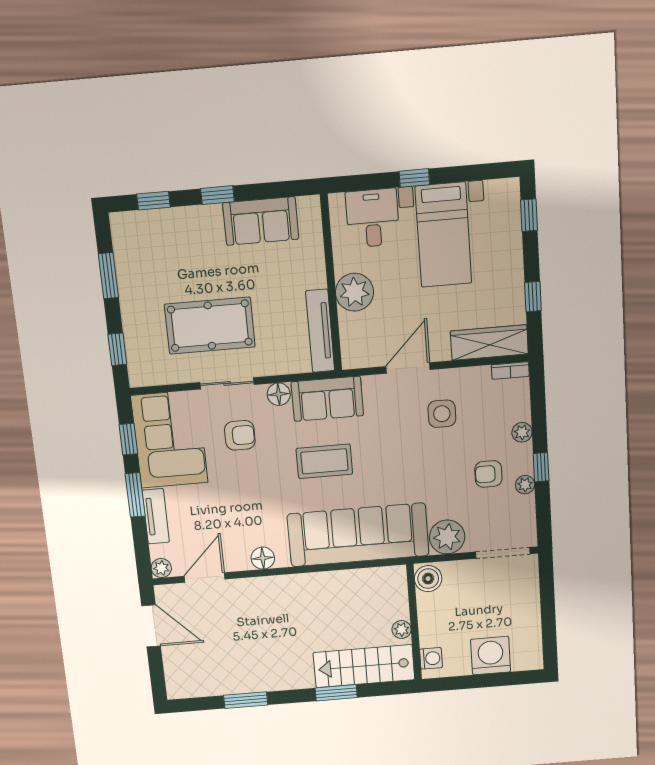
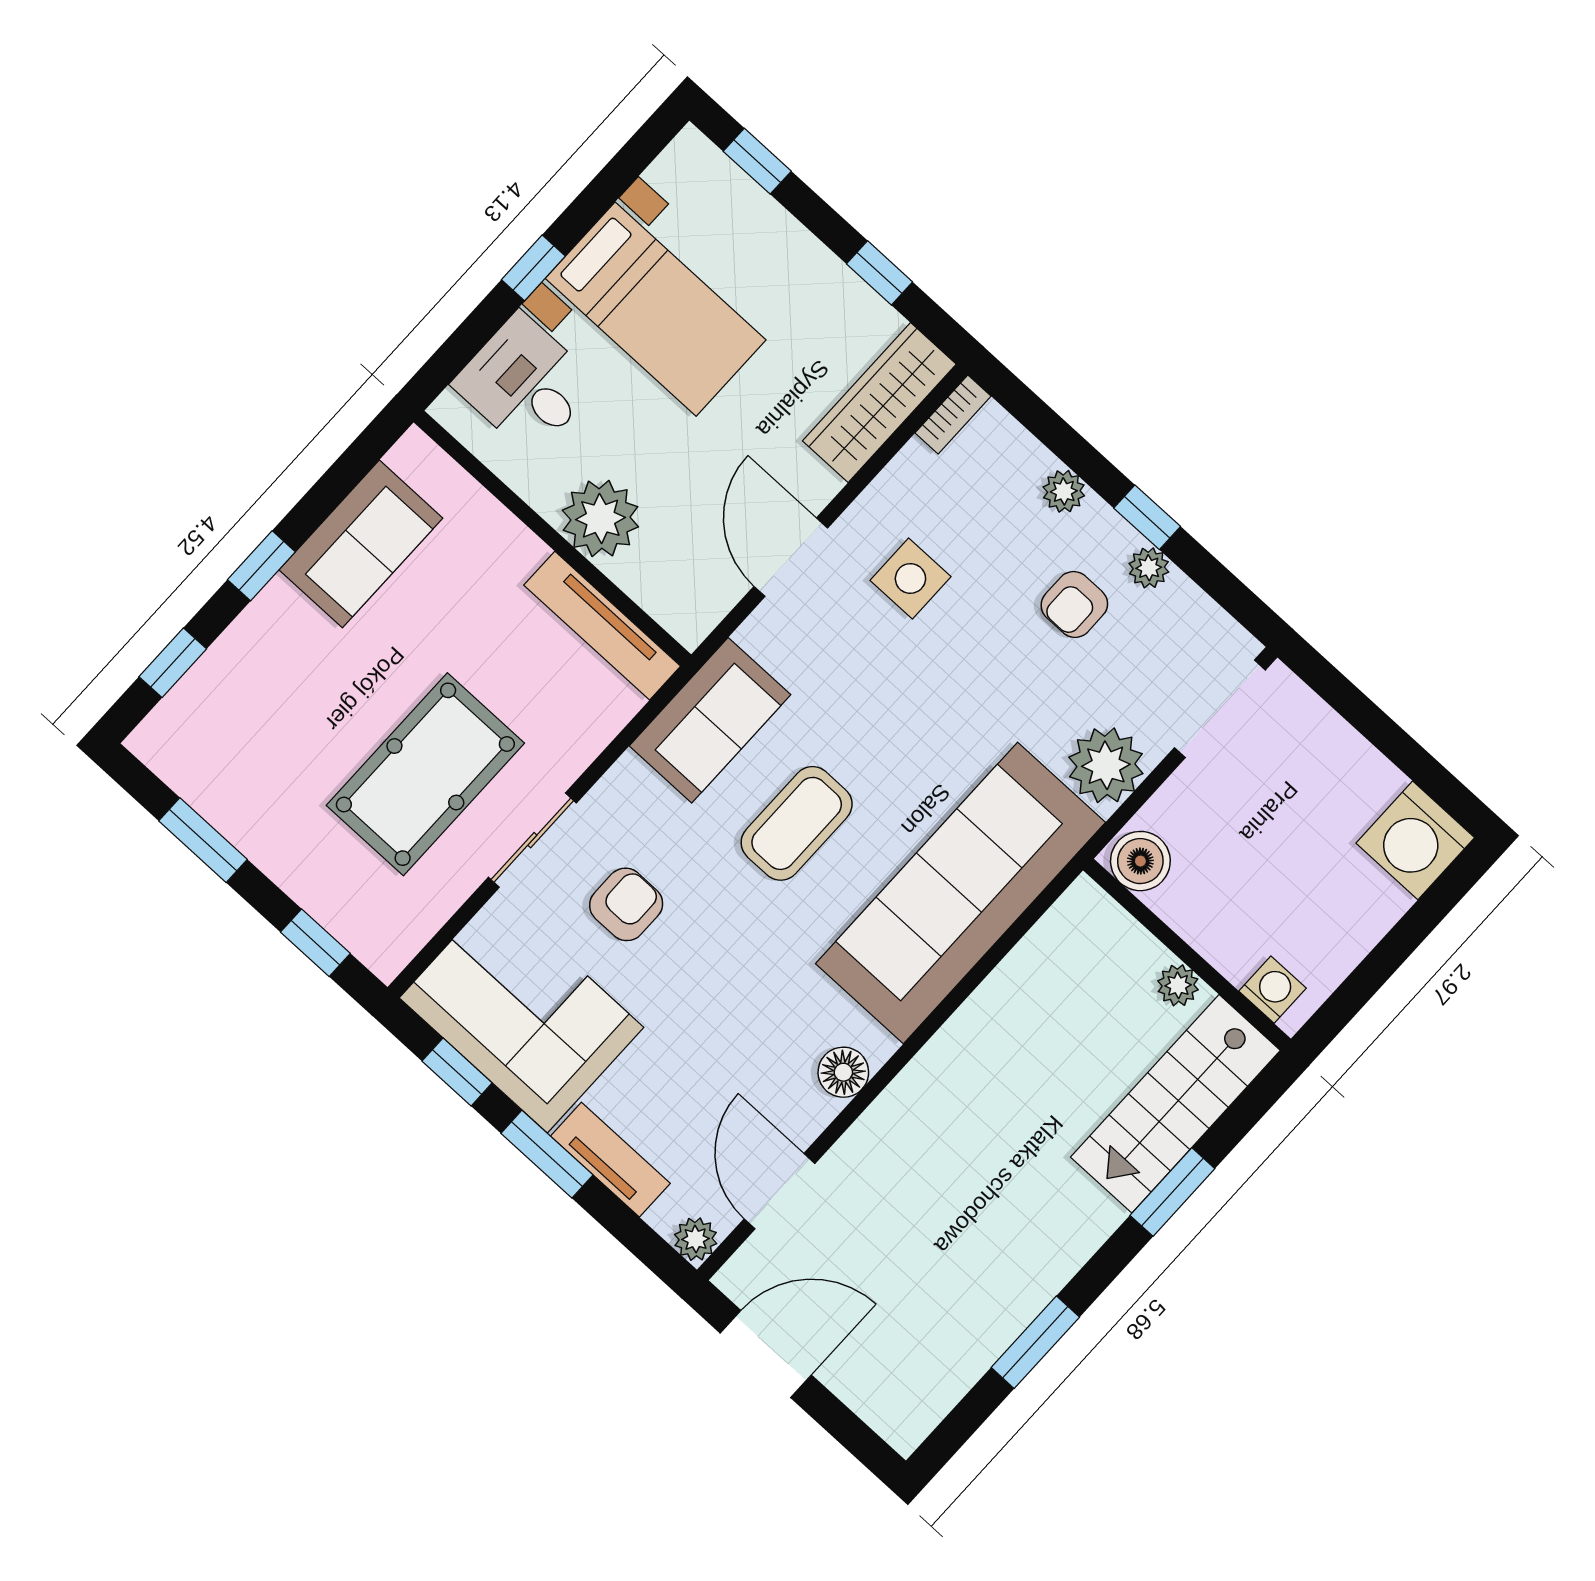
floor lamp: (279, 394) -> (628, 783), removed
washing machine: (491, 656) -> (1415, 840), moved, turned -90

